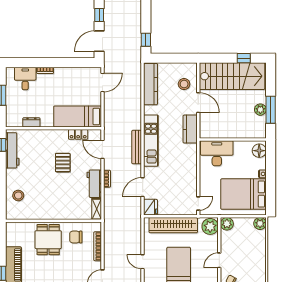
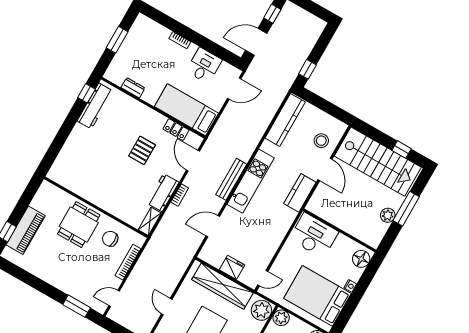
desk: (25, 78) -> (204, 66), moved
window: (271, 110) -> (406, 209), moved
stool: (18, 195) -> (74, 158), removed
fridge: (150, 207) -> (232, 267), moved, turned -90

